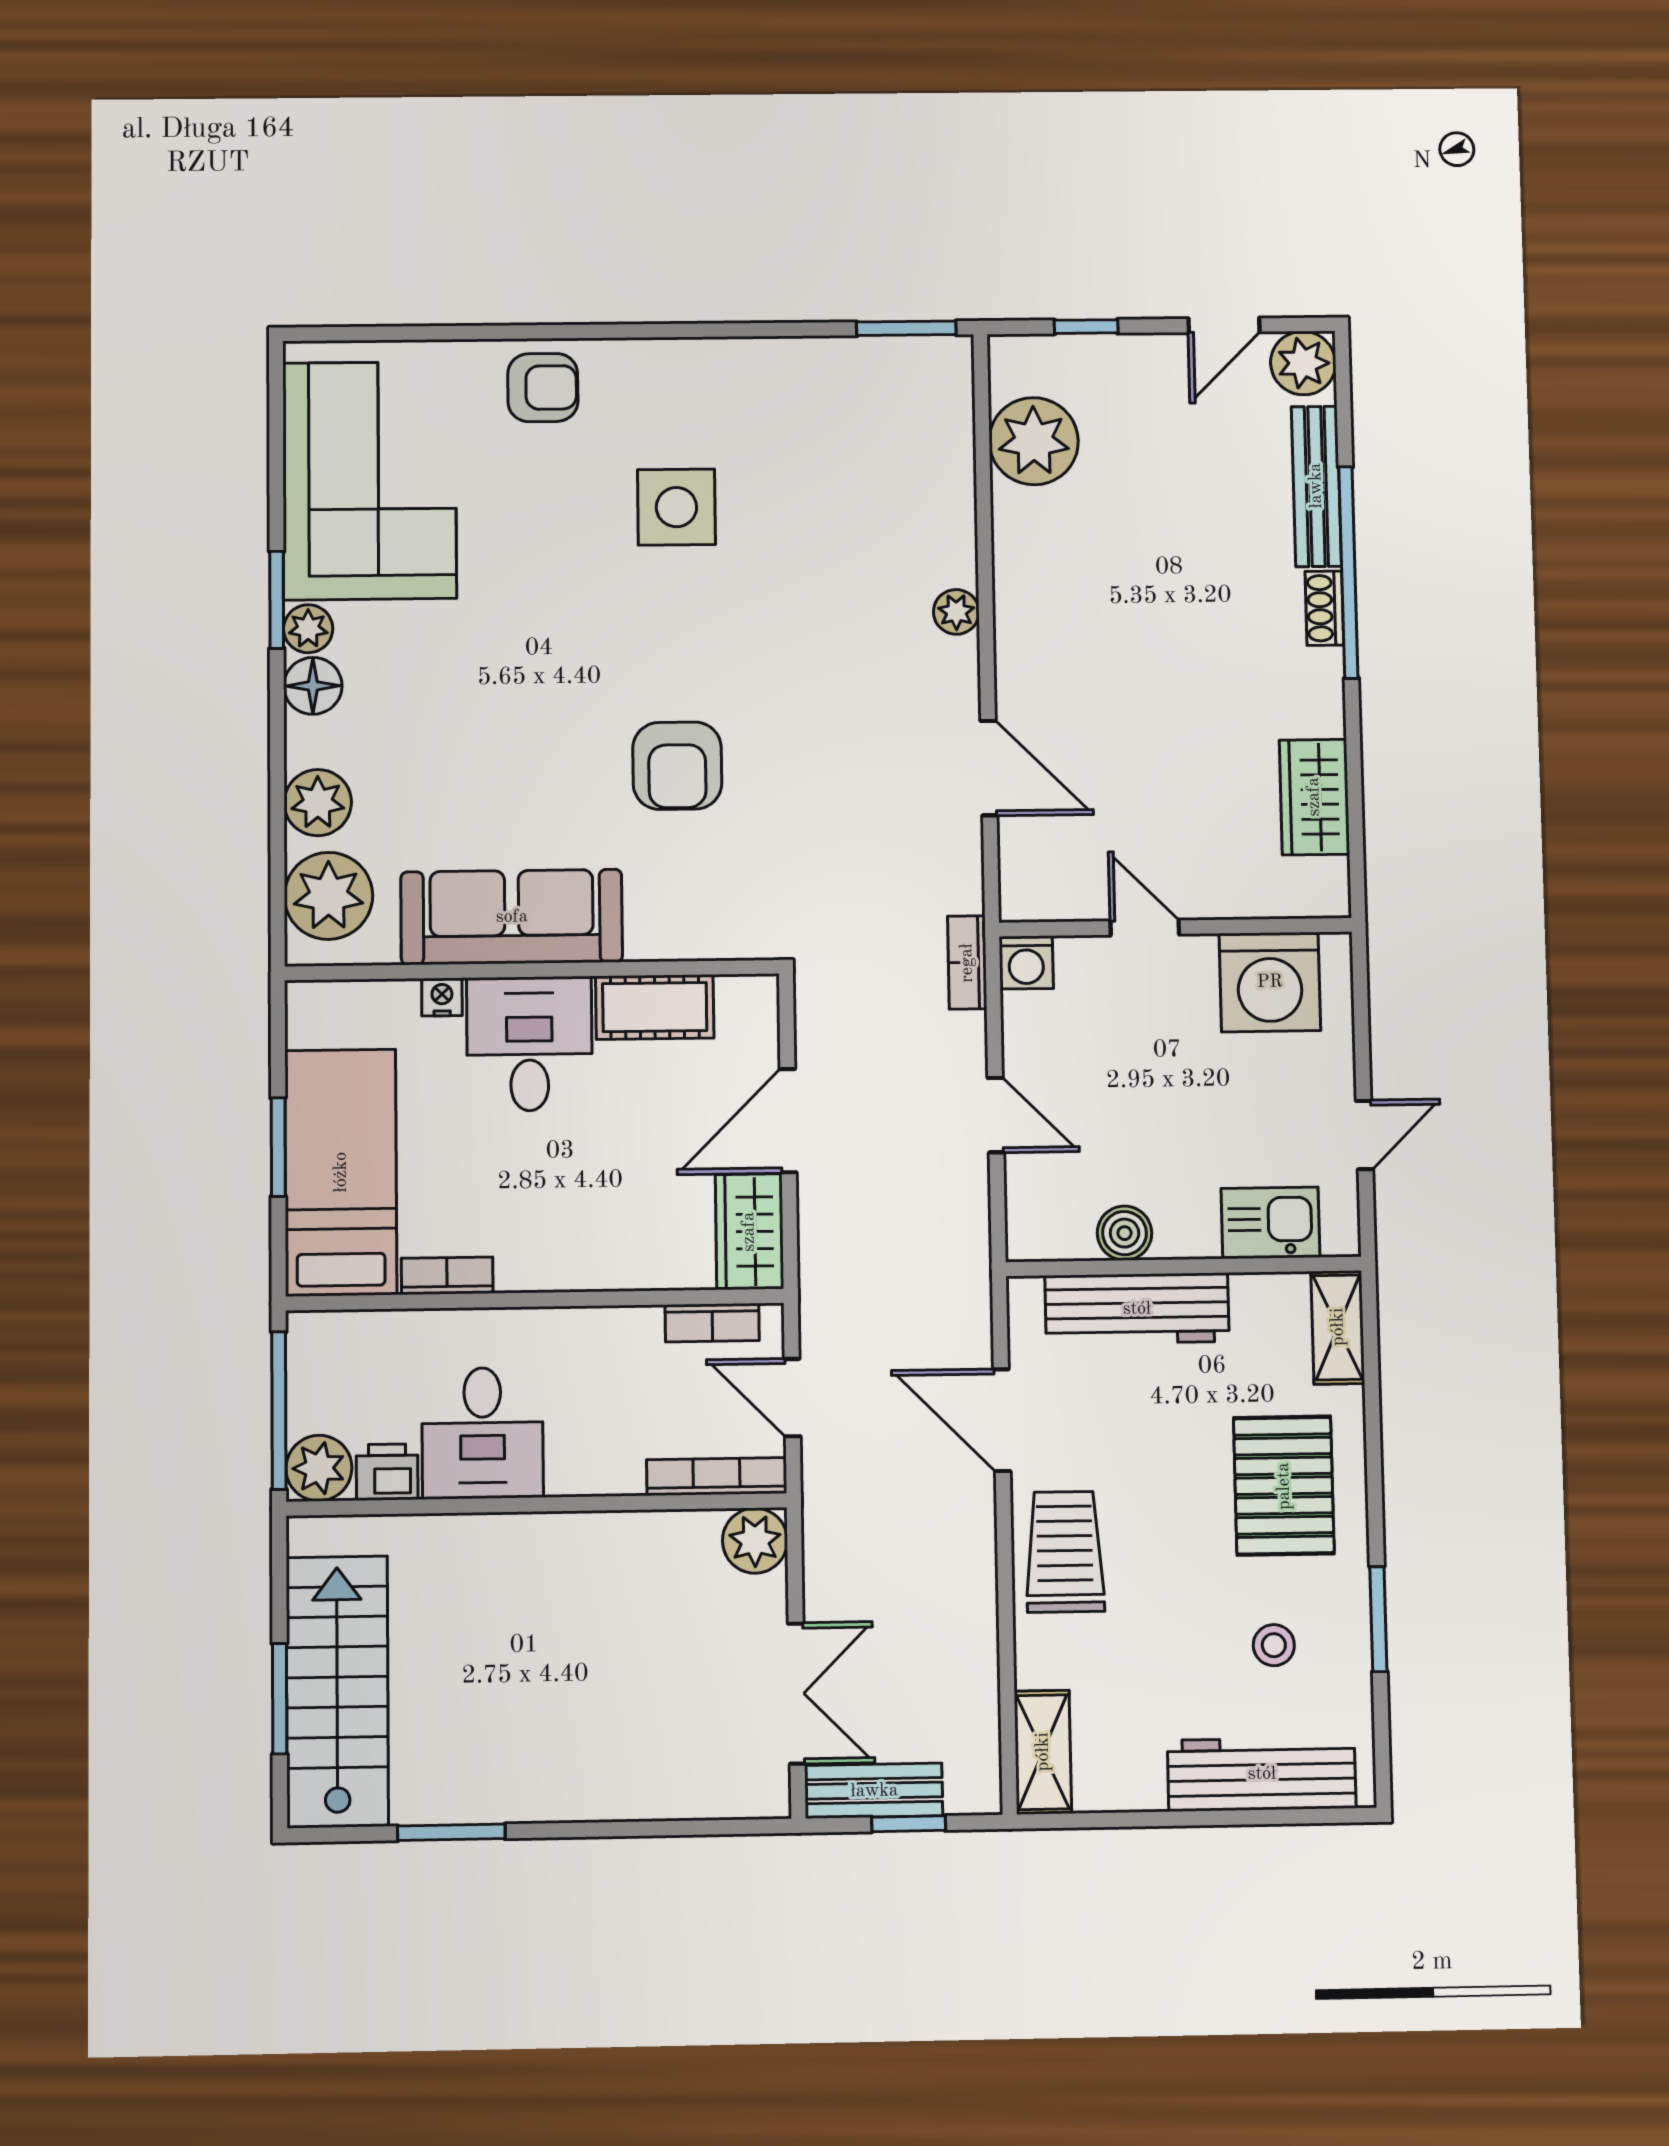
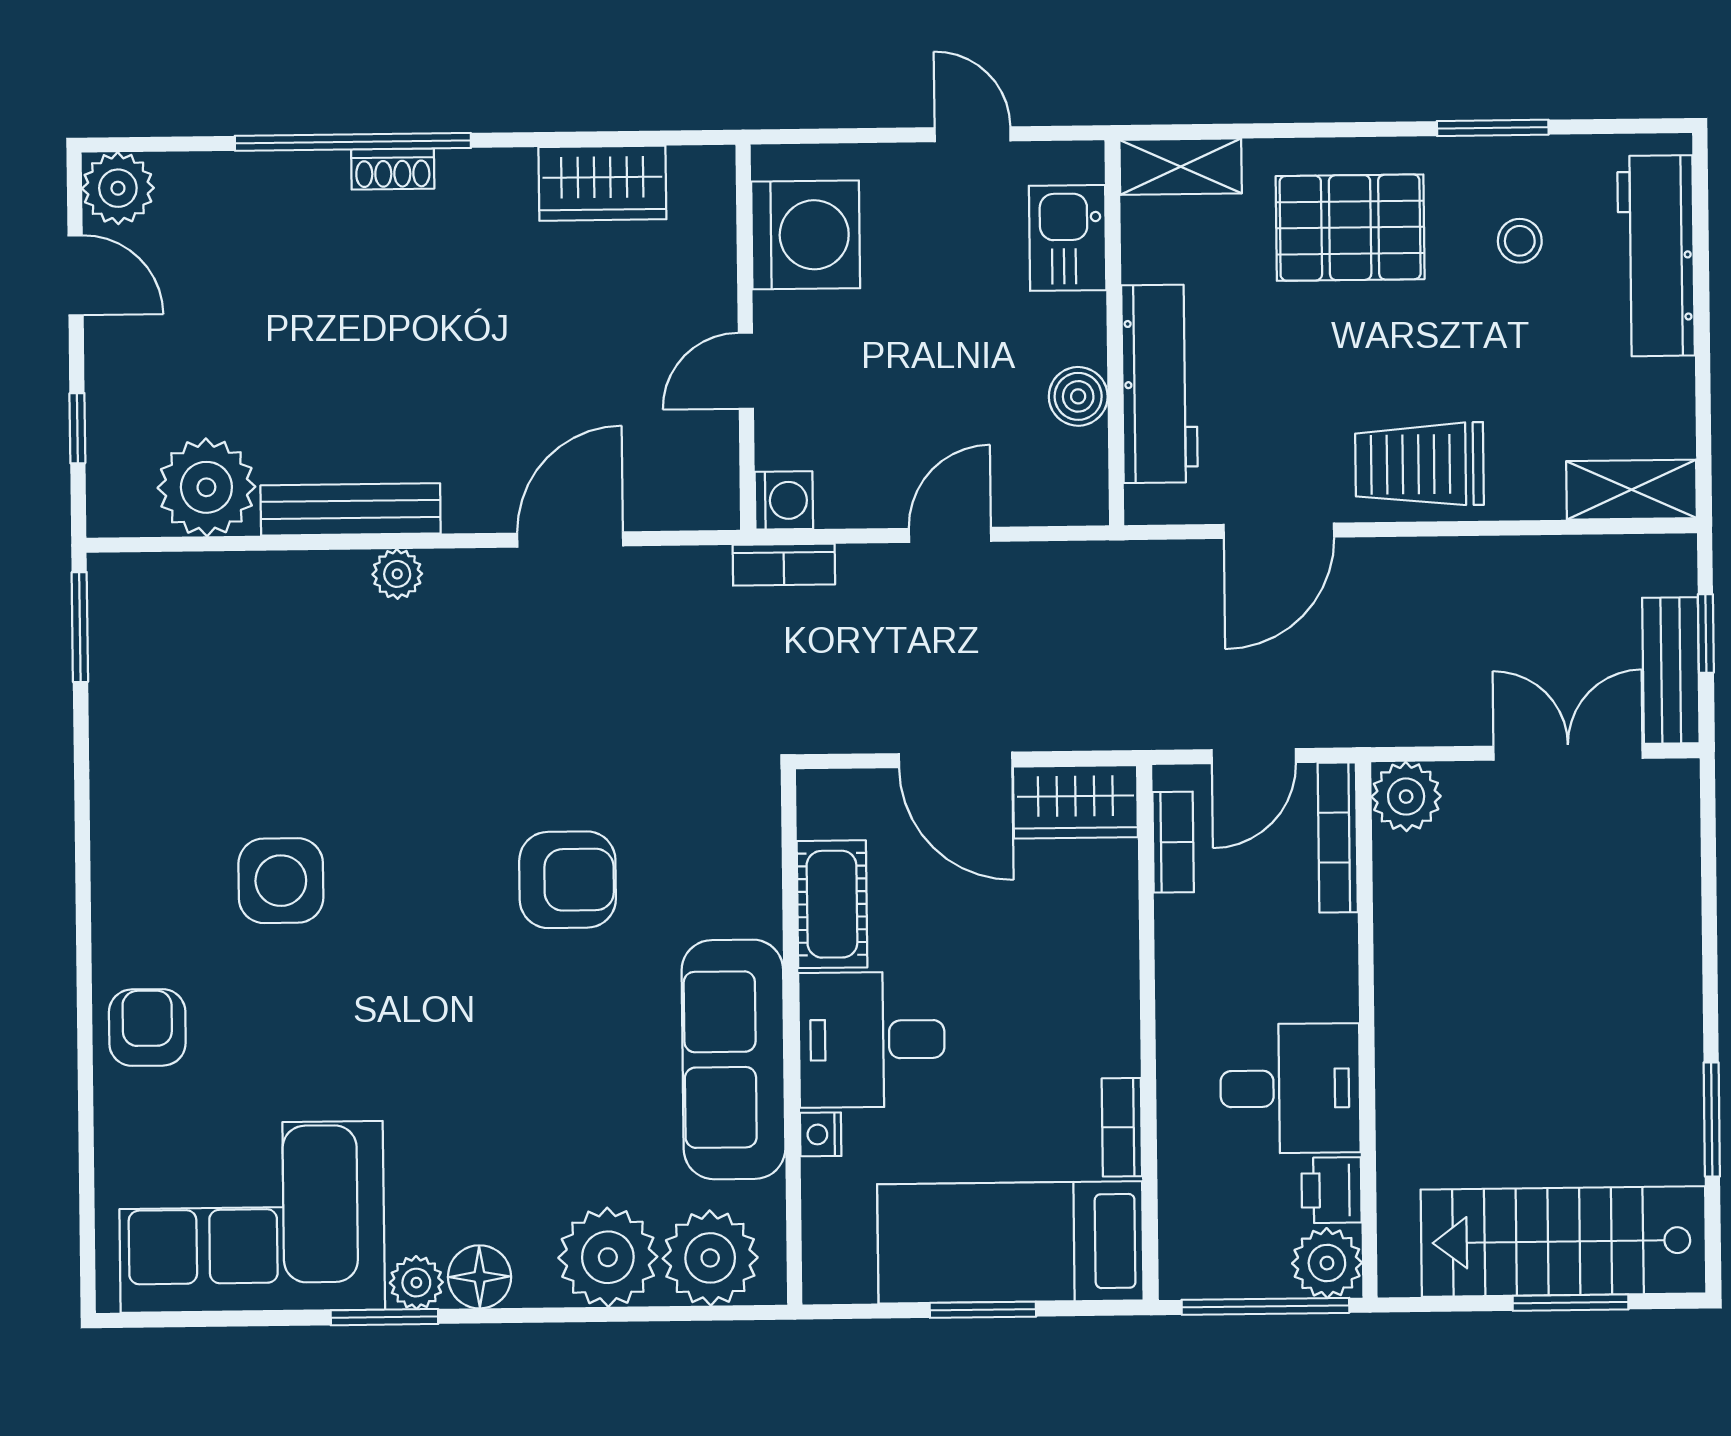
bench: (1316, 486) -> (351, 509), moved
plant: (318, 803) -> (608, 1257), width x1.36, depth x1.36

